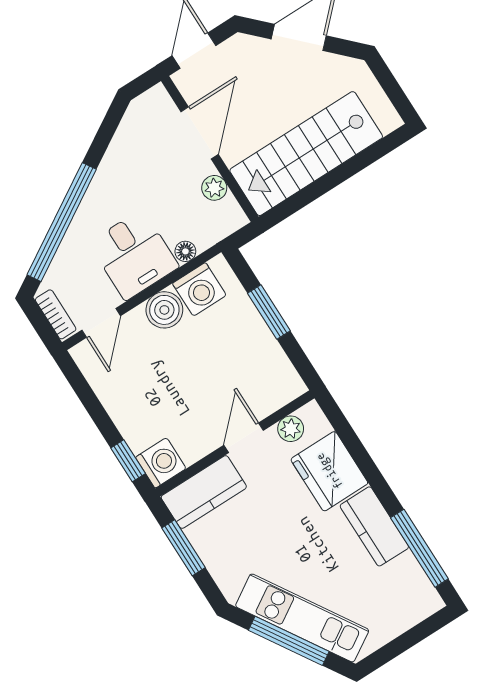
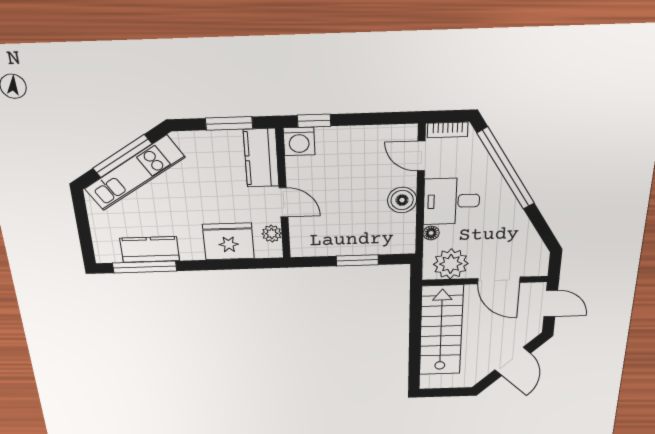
plant: (214, 188) -> (451, 264), width x1.87, depth x1.87
washing machine: (199, 289) -> (401, 228), removed
kitchen counter: (374, 526) -> (150, 249), moved

